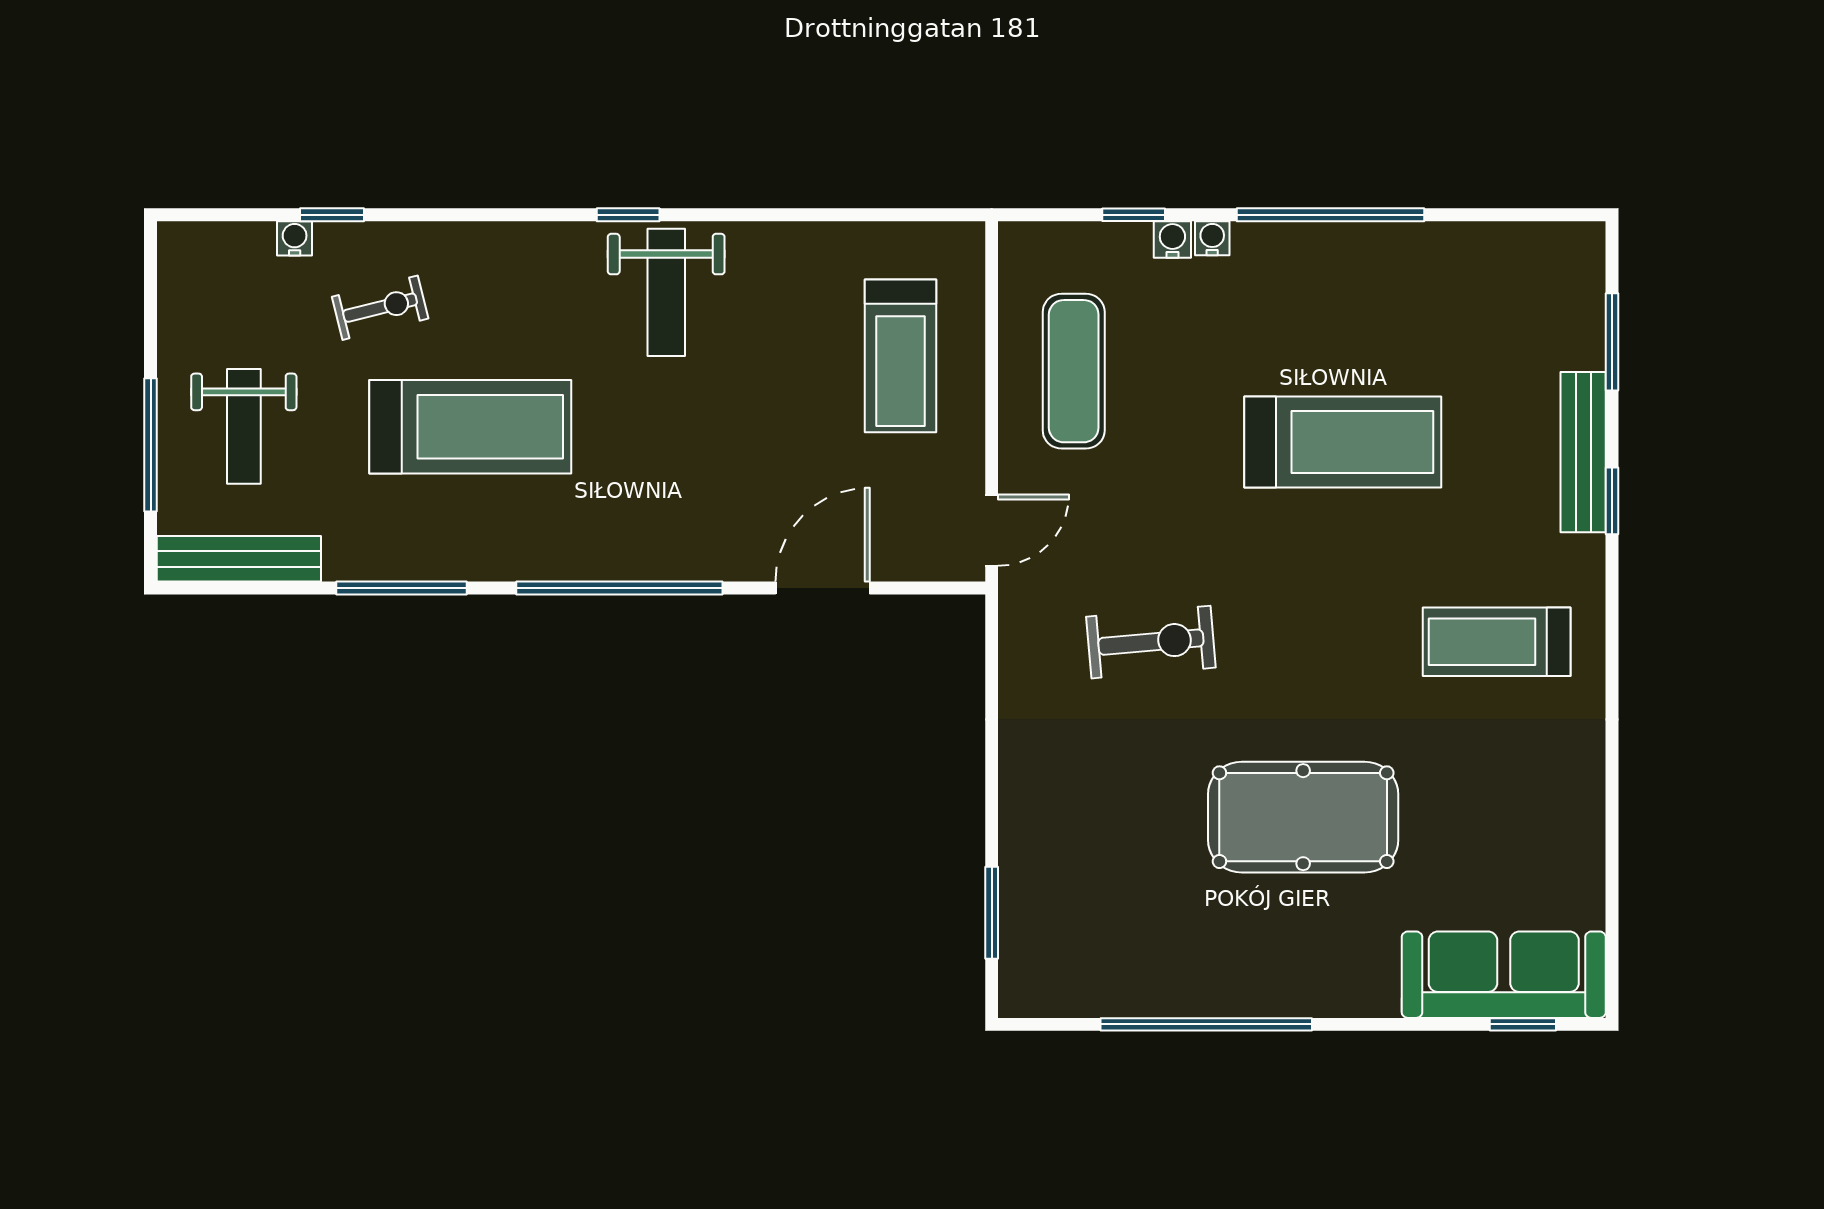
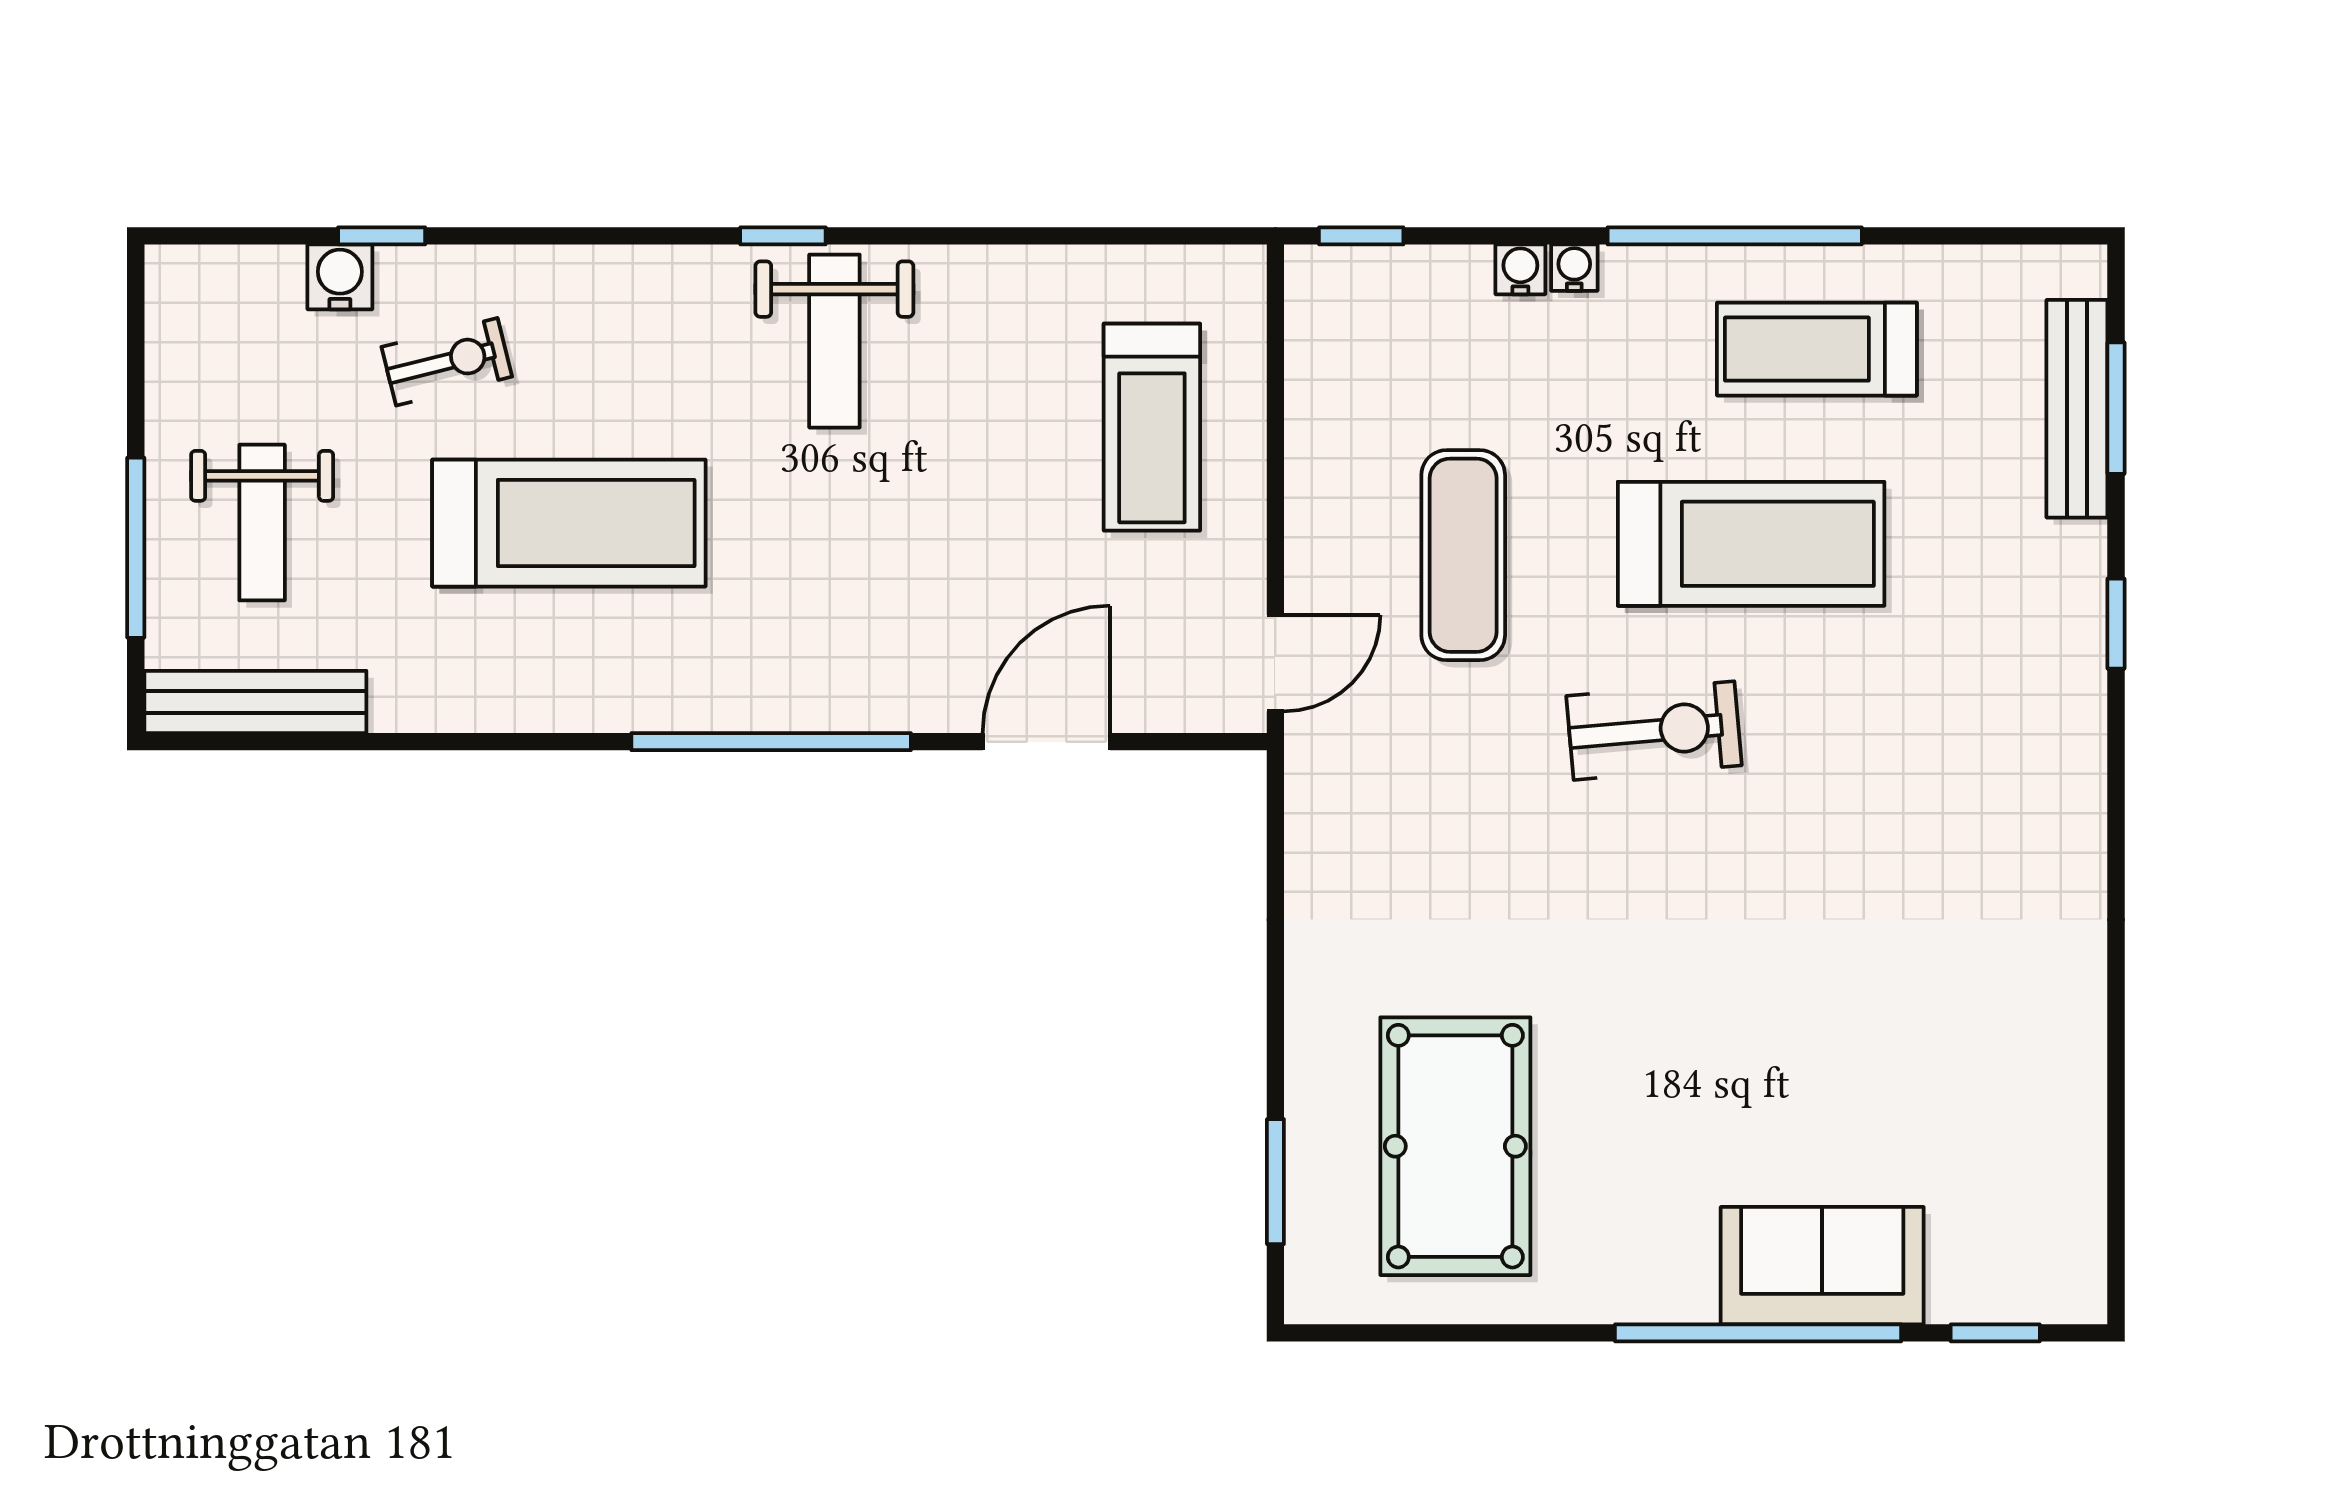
window: (1134, 215) -> (1361, 236), moved
water cooler: (295, 238) -> (340, 277), width x1.38, depth x1.38
exercise mat: (1074, 371) -> (1463, 555), moved
bench: (1583, 452) -> (2077, 409), moved
window: (402, 588) -> (476, 742), removed
exercise bike: (1151, 642) -> (1654, 731), moved
treadmill: (1497, 642) -> (1817, 349), moved
pool table: (1303, 817) -> (1455, 1146), moved, turned 90
sofa: (1504, 975) -> (1822, 1266), moved, width x0.73
window: (1206, 1024) -> (1758, 1333), moved

